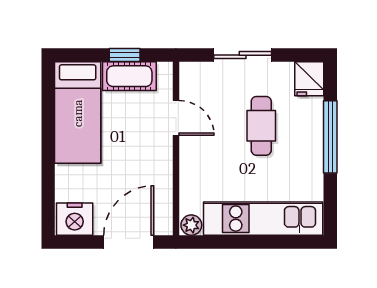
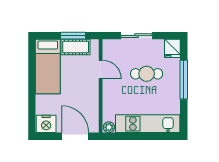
window: (125, 55) -> (73, 36), width x1.50
cafe table: (261, 126) -> (147, 74), turned 90
door: (129, 242) -> (75, 136), hinge flipped

